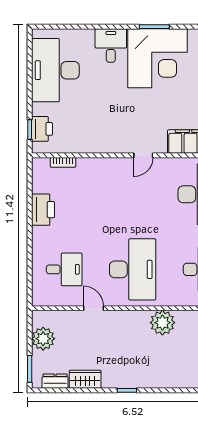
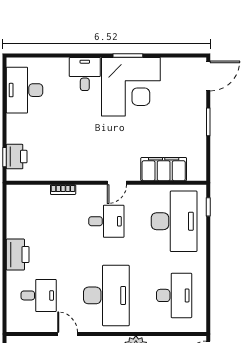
desk: (55, 70) -> (25, 90), width x0.73, depth x0.77
bookcase: (63, 162) -> (63, 190), moved
desk: (133, 194) -> (106, 221), added
printer: (43, 210) -> (18, 255), moved

